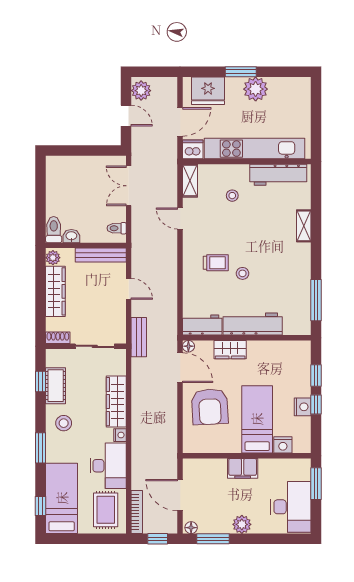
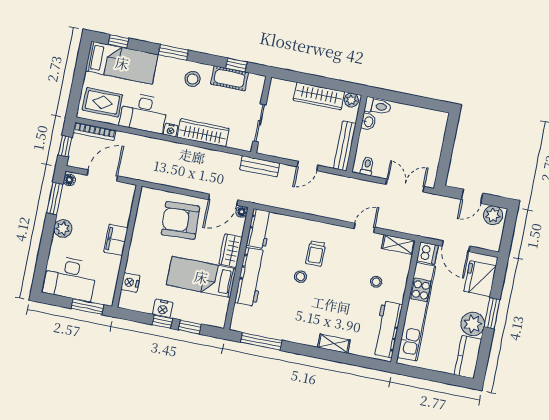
kitchen counter: (290, 87) -> (468, 357), added
shoe rack: (58, 338) -> (274, 90), removed
bed: (257, 419) -> (201, 277), moved, turned 180

